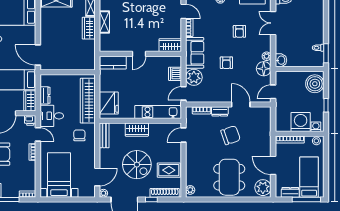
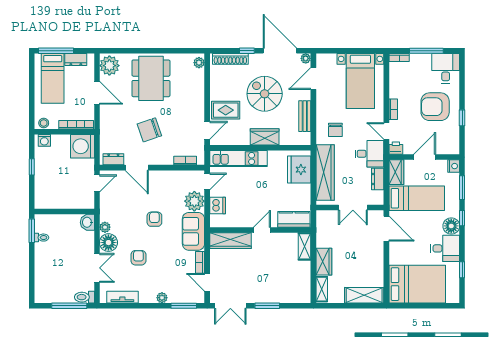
shelving: (104, 22) -> (305, 246), moved
wardrobe: (170, 45) -> (230, 241), width x1.50
floor lamp: (264, 69) -> (108, 243), moved
double door: (65, 72) -> (353, 207), added
boiler: (315, 84) -> (46, 193), removed
dresser: (220, 111) -> (113, 159), moved
washing machine: (301, 122) -> (82, 146), moved, turned 90
bench: (104, 135) -> (305, 116), moved
rug: (169, 170) -> (226, 110), moved

